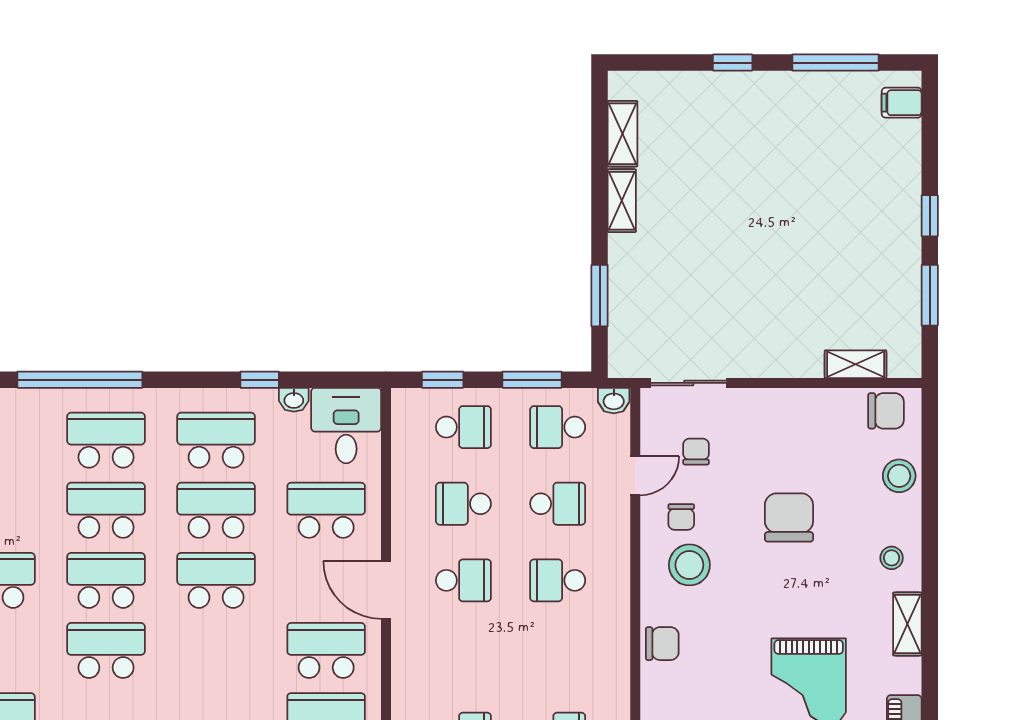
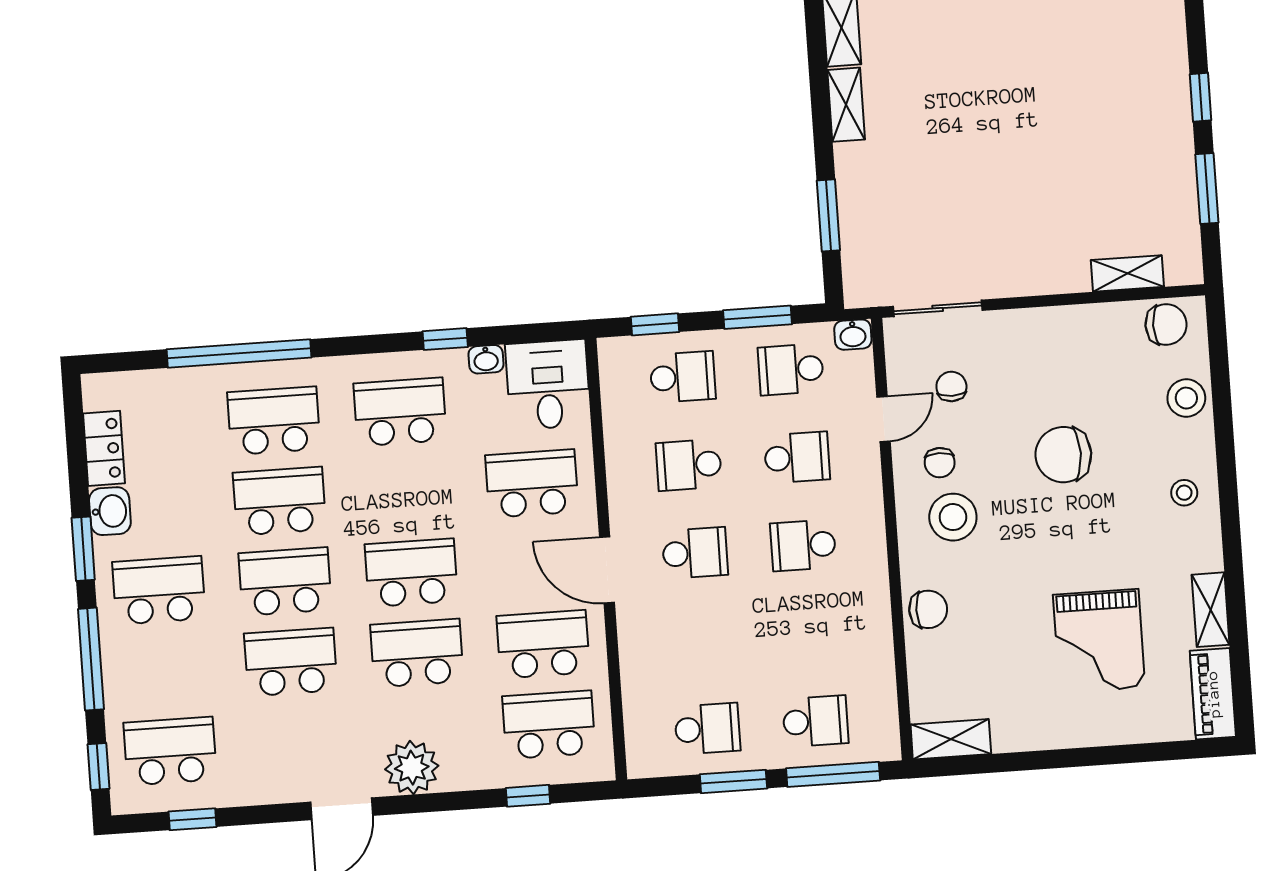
school desk: (216, 510) -> (417, 653), moved
chair: (789, 517) -> (1063, 455), turned -90
shelving: (907, 624) -> (1211, 610), moved

